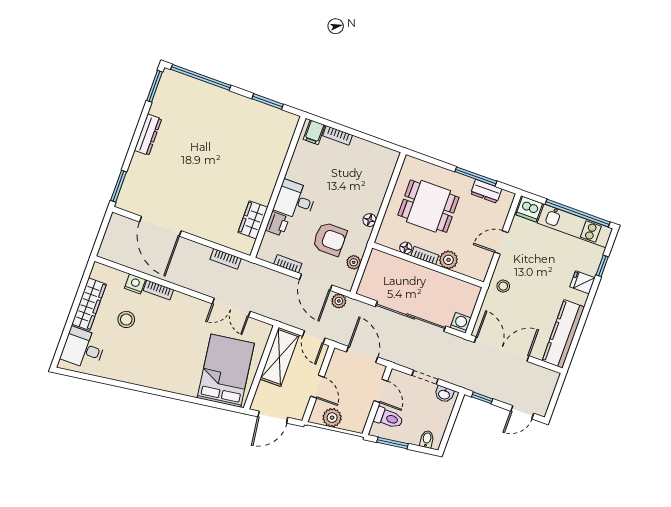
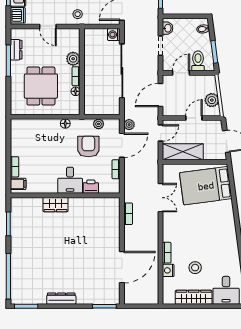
wardrobe: (253, 220) -> (56, 205), moved

